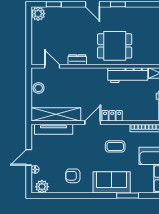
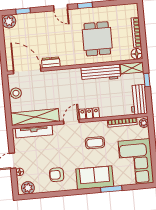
dining table: (115, 46) -> (97, 39), moved, turned 90
door: (52, 66) -> (27, 71), width x1.88

